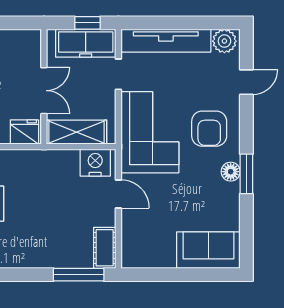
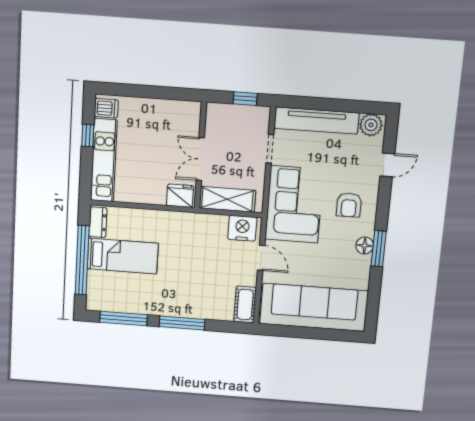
freezer: (86, 43) -> (242, 118), removed
double door: (44, 91) -> (200, 159), swing flipped
armchair: (209, 129) -> (349, 205), width x0.72, depth x0.72
sofa: (208, 250) -> (314, 307), width x1.85, depth x1.27
window: (79, 275) -> (182, 323), moved

